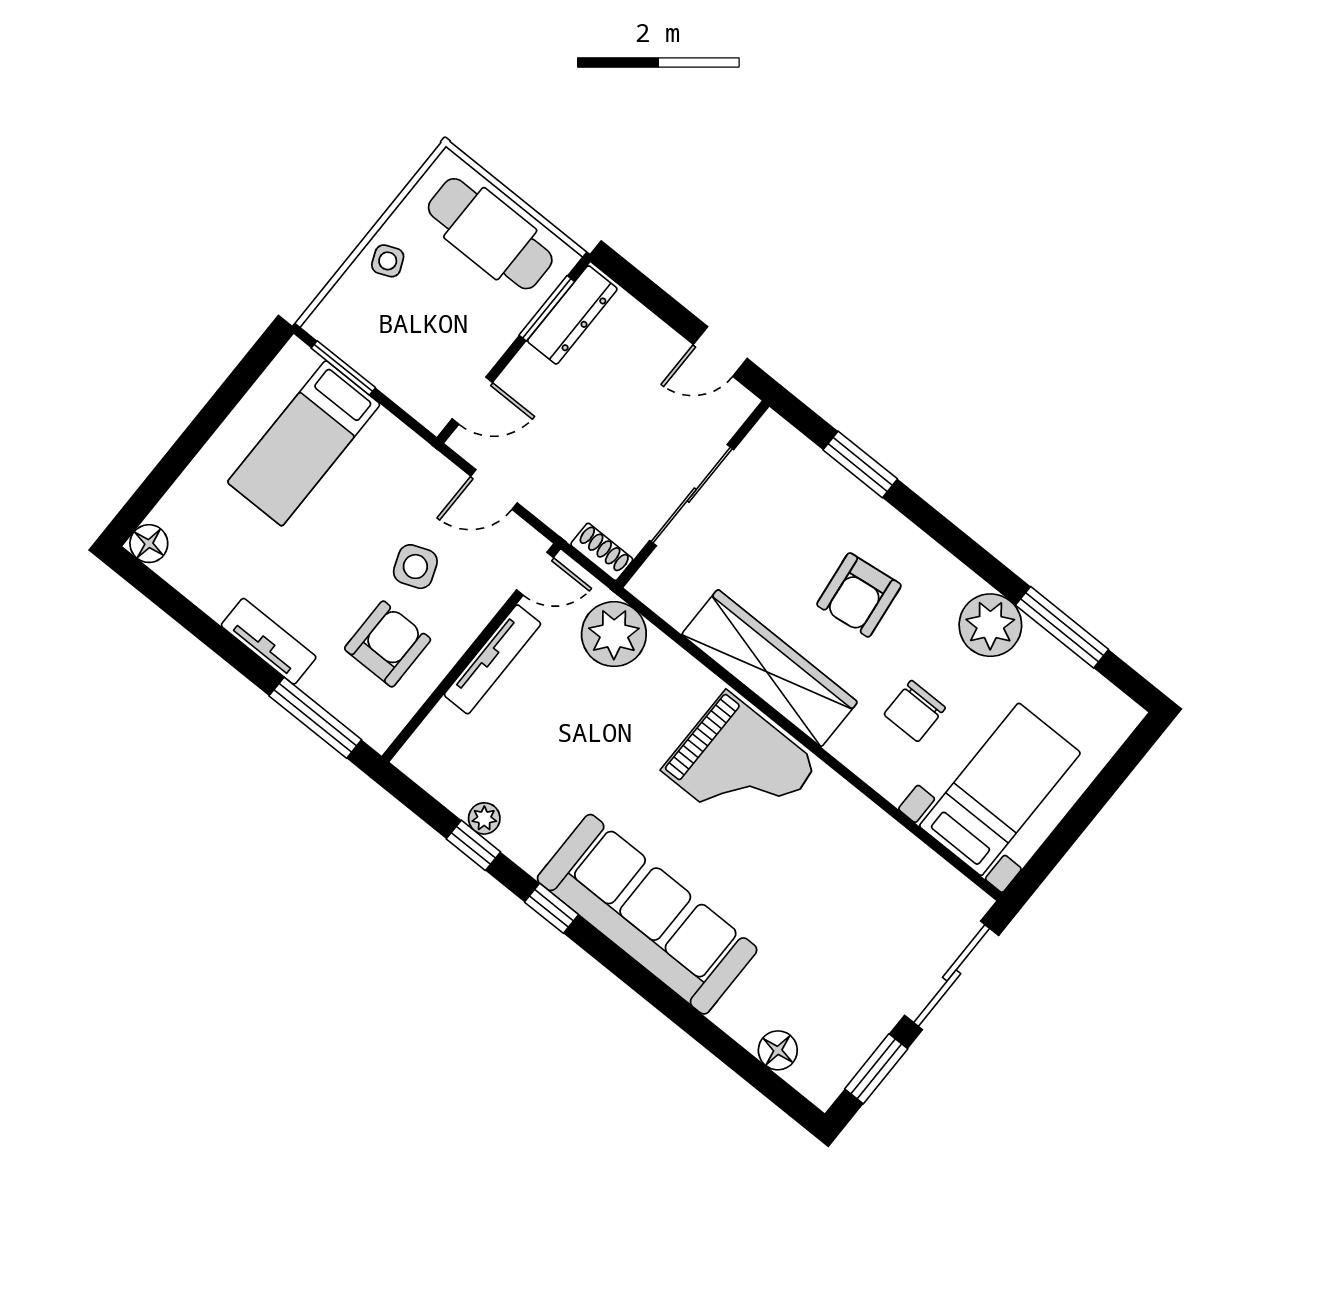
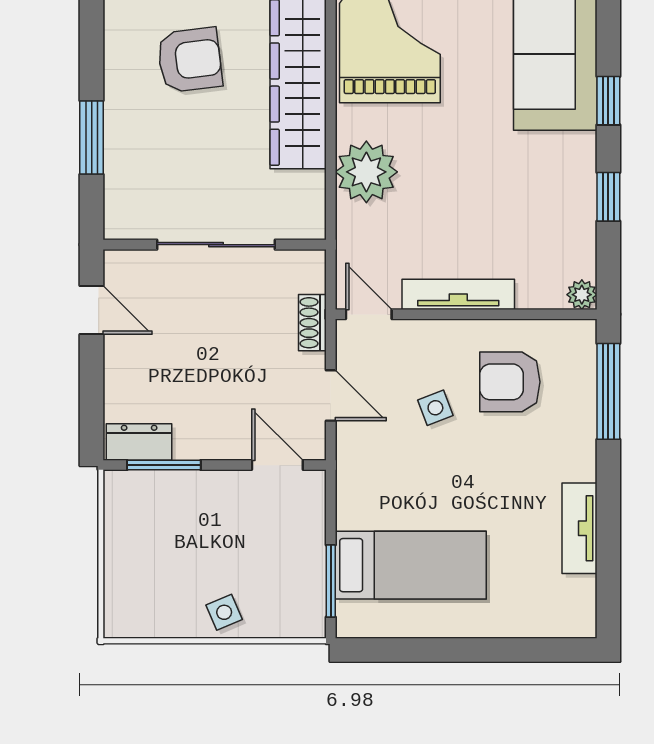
cafe table: (490, 234) -> (142, 552), removed
dresser: (572, 315) -> (139, 442), width x0.70
floor lamp: (149, 544) -> (579, 620), removed
shoe rack: (602, 552) -> (312, 323), moved
side table: (415, 567) -> (435, 408), width x0.73, depth x0.73
plant: (614, 634) -> (366, 172), moved
tv unit: (269, 641) -> (579, 528), moved
plant: (484, 818) -> (582, 295), moved

